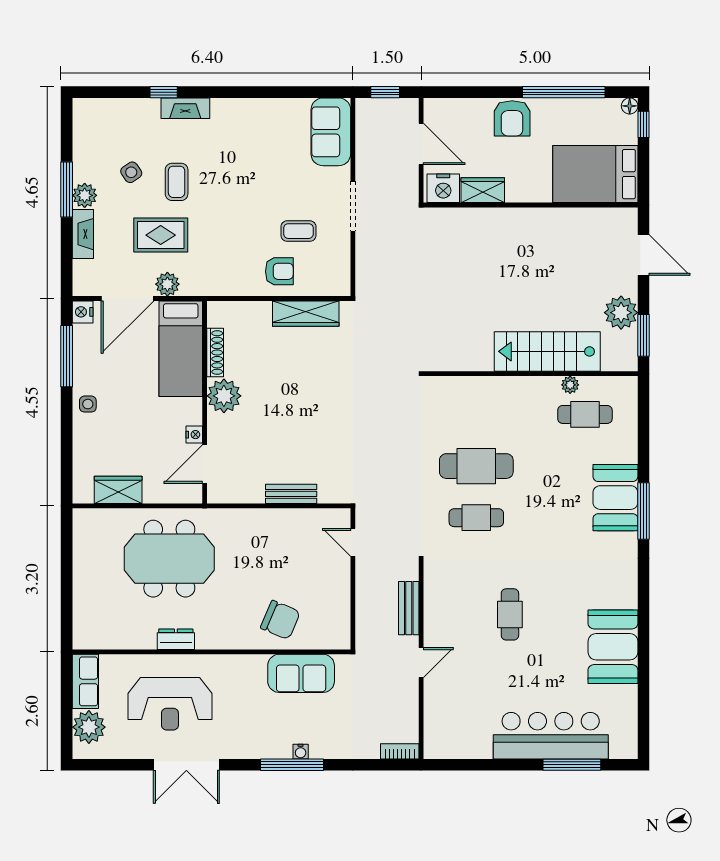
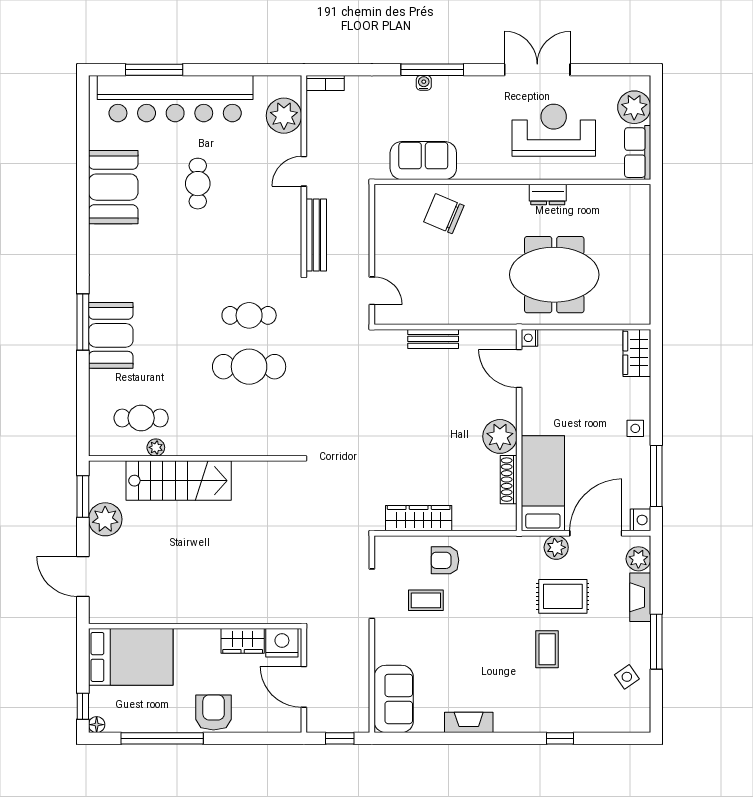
fireplace: (185, 108) -> (469, 722), moved
side table: (131, 172) -> (627, 677), moved
plant: (85, 195) -> (638, 559), moved
doorway: (353, 206) -> (372, 594), moved
nightstand: (194, 435) -> (530, 338), moved
door: (205, 464) -> (519, 369), swing flipped
wardrobe: (118, 490) -> (637, 353), moved, turned 90
bench: (409, 608) -> (316, 235), width x1.36
cafe table: (510, 614) -> (198, 184), moved
plant: (441, 719) -> (284, 116), added
bar counter: (551, 736) -> (175, 99), width x1.36

